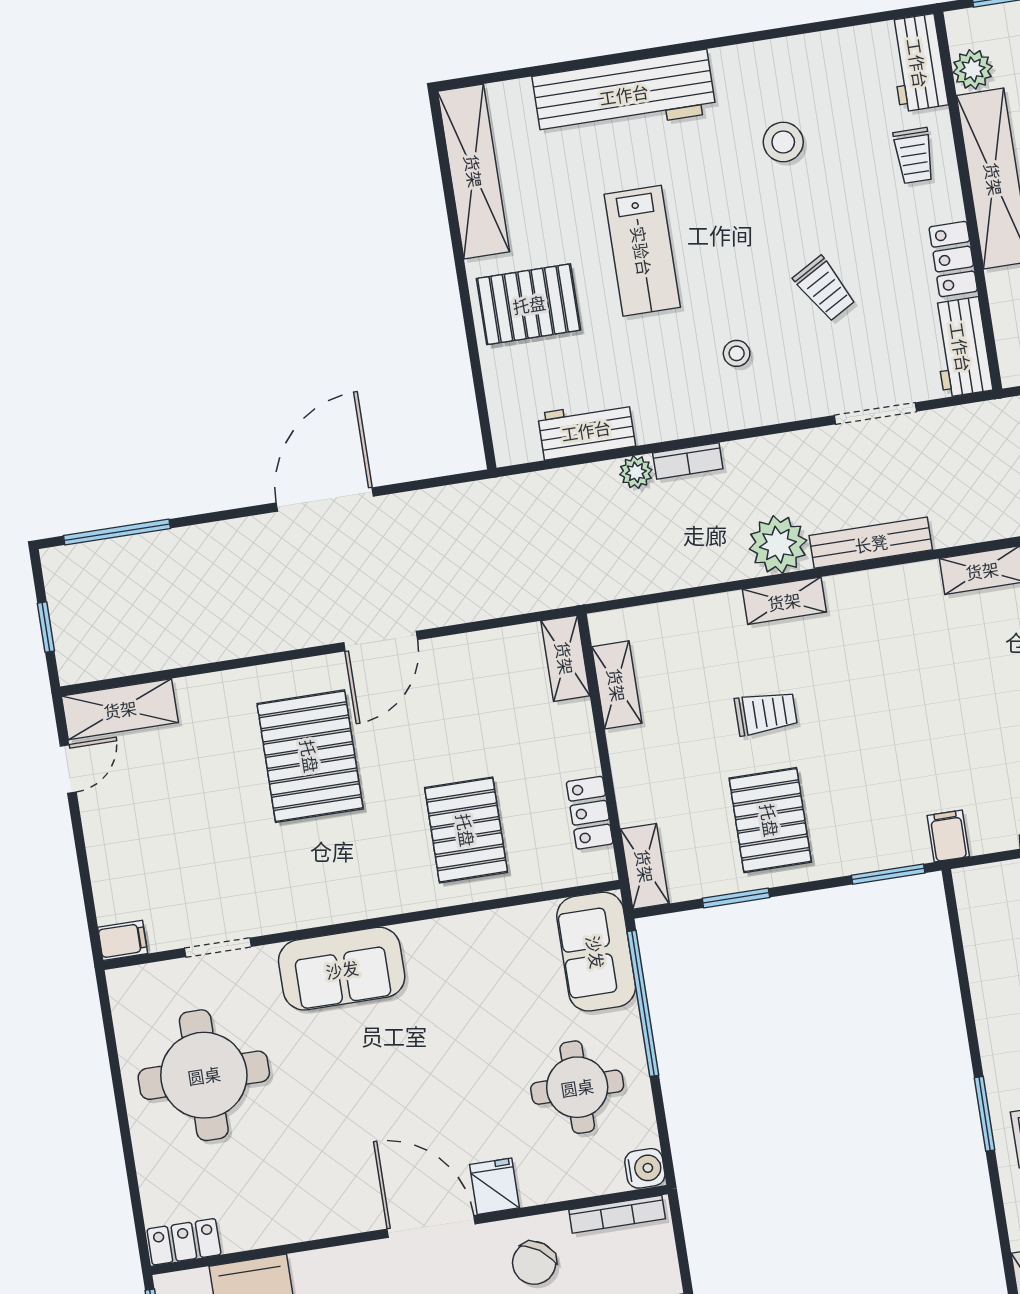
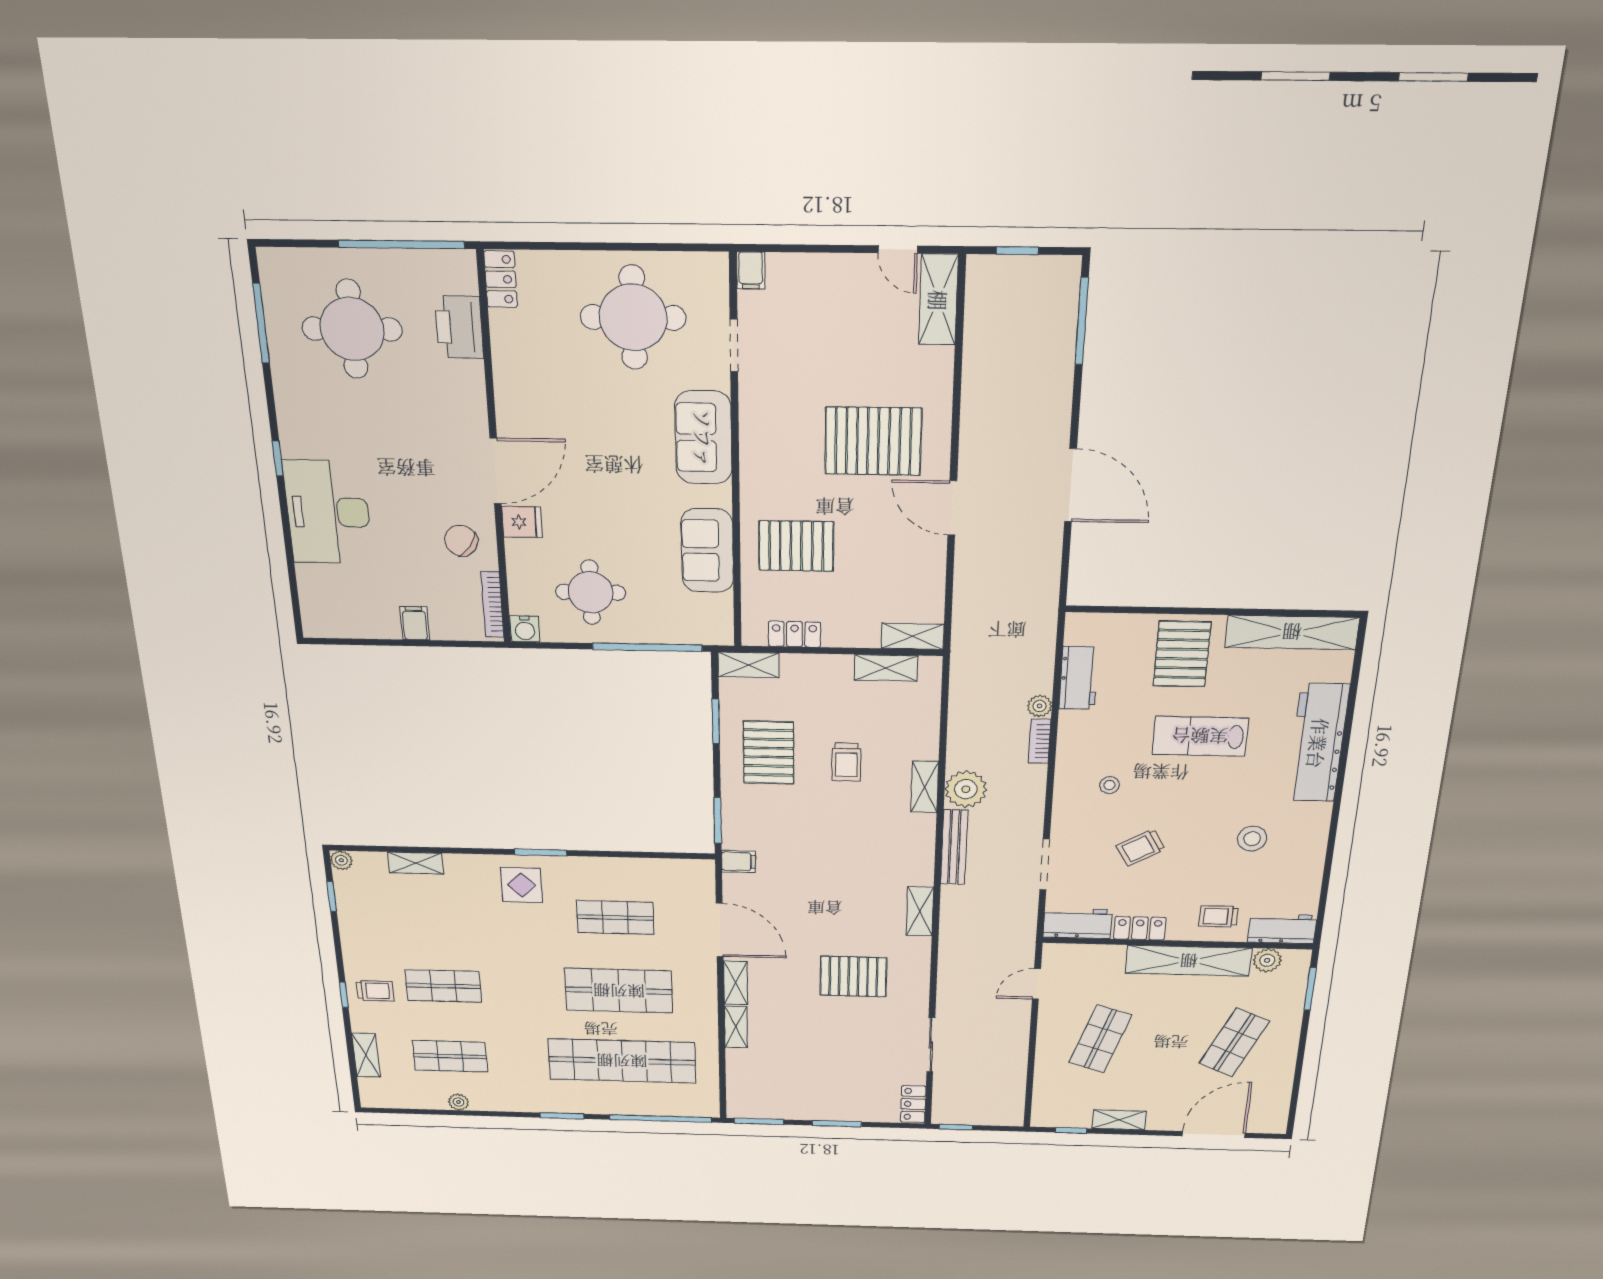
pallet: (770, 820) -> (769, 753), turned 90
sofa: (596, 952) -> (707, 551), moved, turned -90

